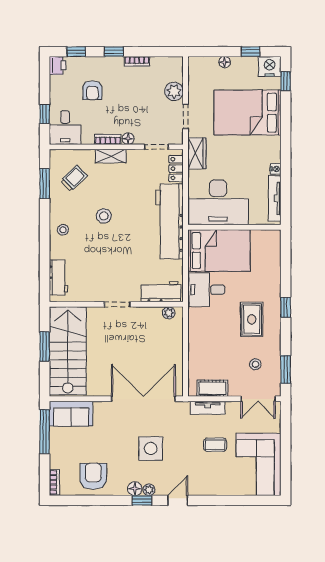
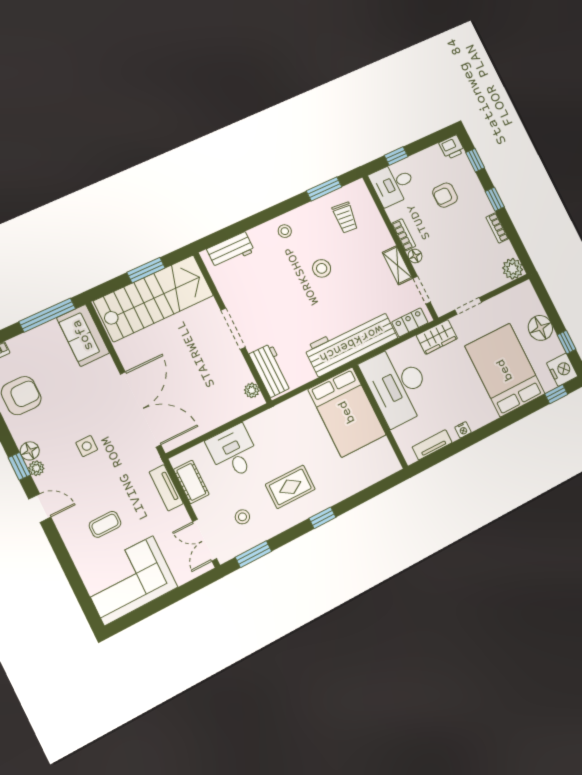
floor lamp: (225, 62) -> (540, 328), width x1.89, depth x1.89
plant: (174, 91) -> (513, 269), moved
shelving: (111, 156) -> (397, 265), moved
trolley: (74, 178) -> (345, 218), turned 49
tv unit: (275, 198) -> (432, 445), width x0.71
desk: (206, 290) -> (233, 452), moved
doorway: (117, 304) -> (233, 329), width x1.38
coffee table: (215, 445) -> (105, 524), moved, turned 90
side table: (151, 448) -> (87, 446), width x0.54, depth x0.54

